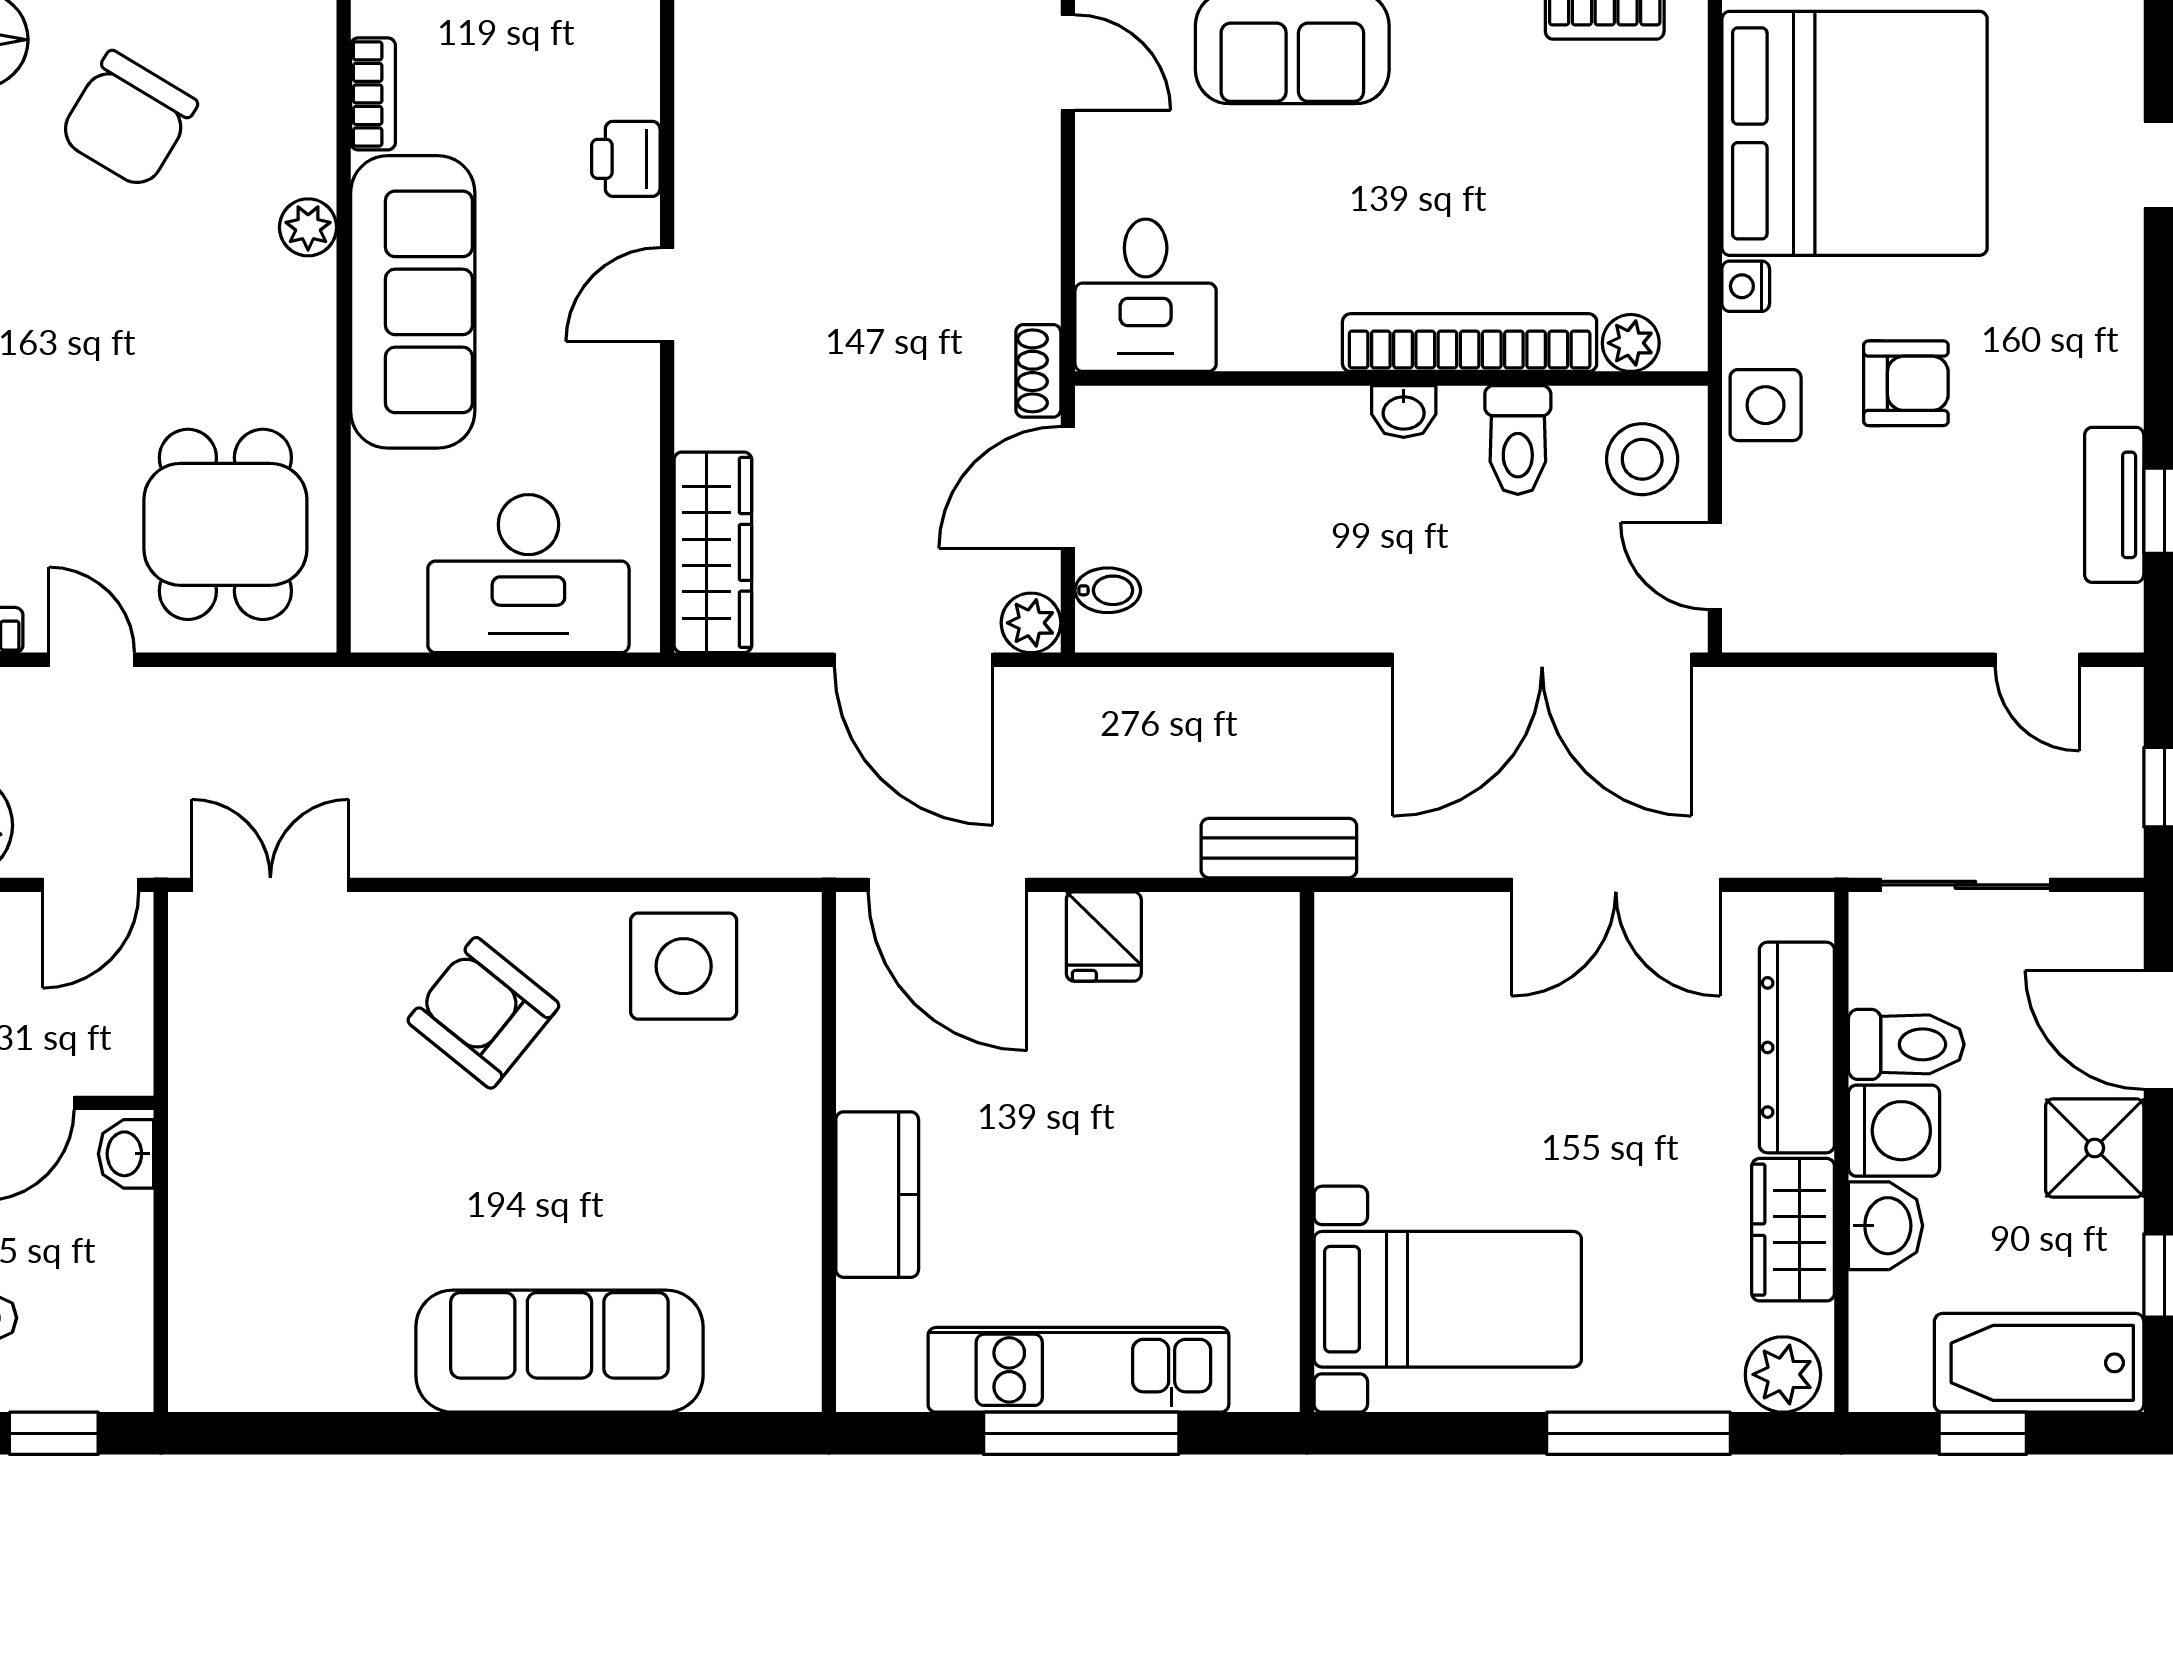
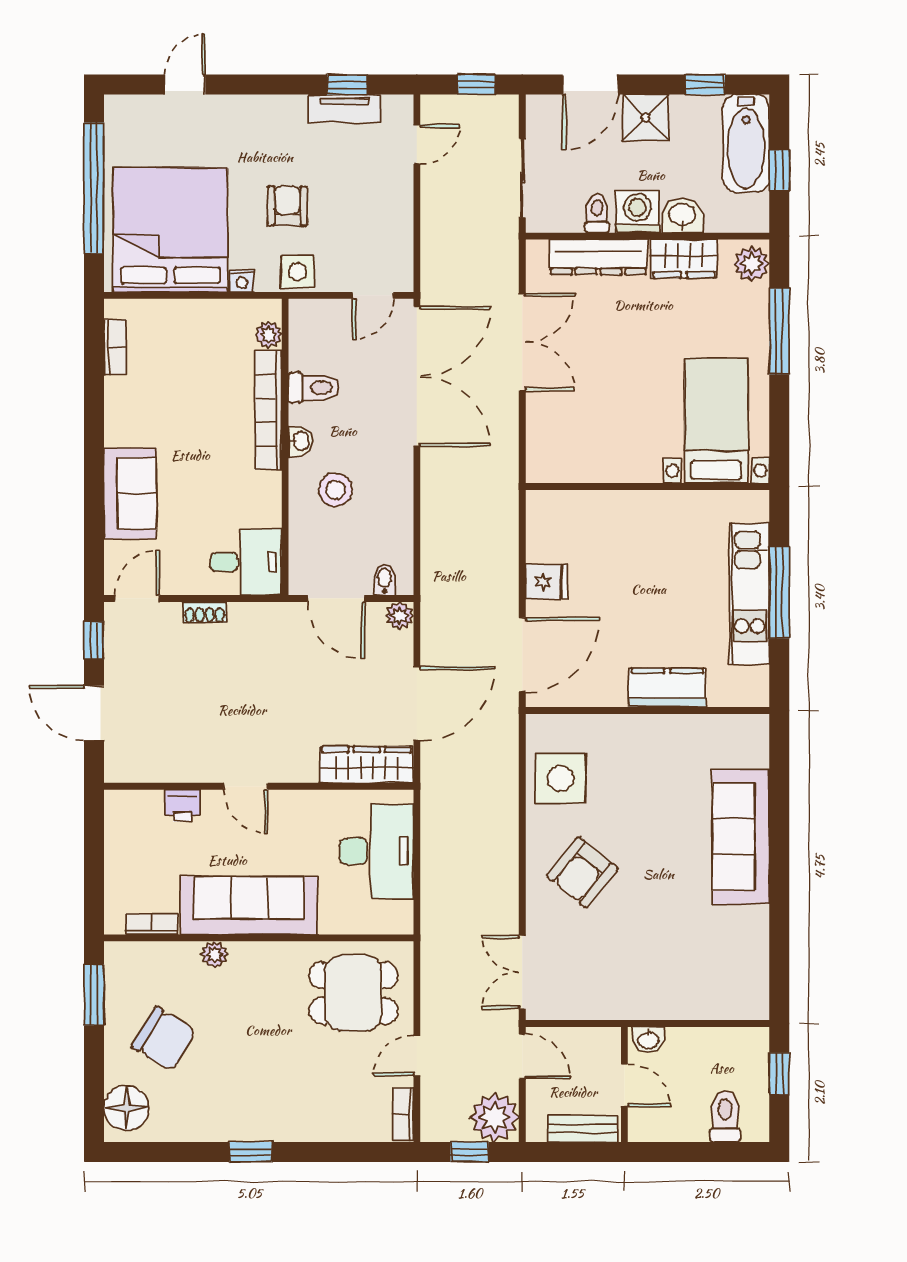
shoe rack: (1038, 371) -> (205, 612), moved
stool: (1642, 459) -> (335, 490), moved
door: (914, 660) -> (417, 704), moved
bench: (1279, 848) -> (505, 500), removed
toilet: (1906, 1044) -> (597, 213), width x0.73, depth x0.72

